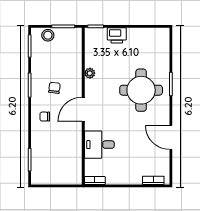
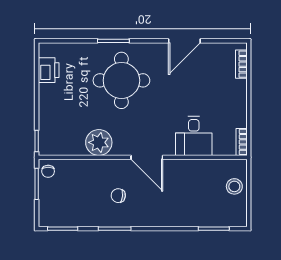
stool: (48, 35) -> (234, 186), moved
printer: (117, 35) -> (49, 70), moved
plant: (90, 73) -> (99, 142), width x1.87, depth x1.87
chair: (45, 117) -> (48, 171), moved

